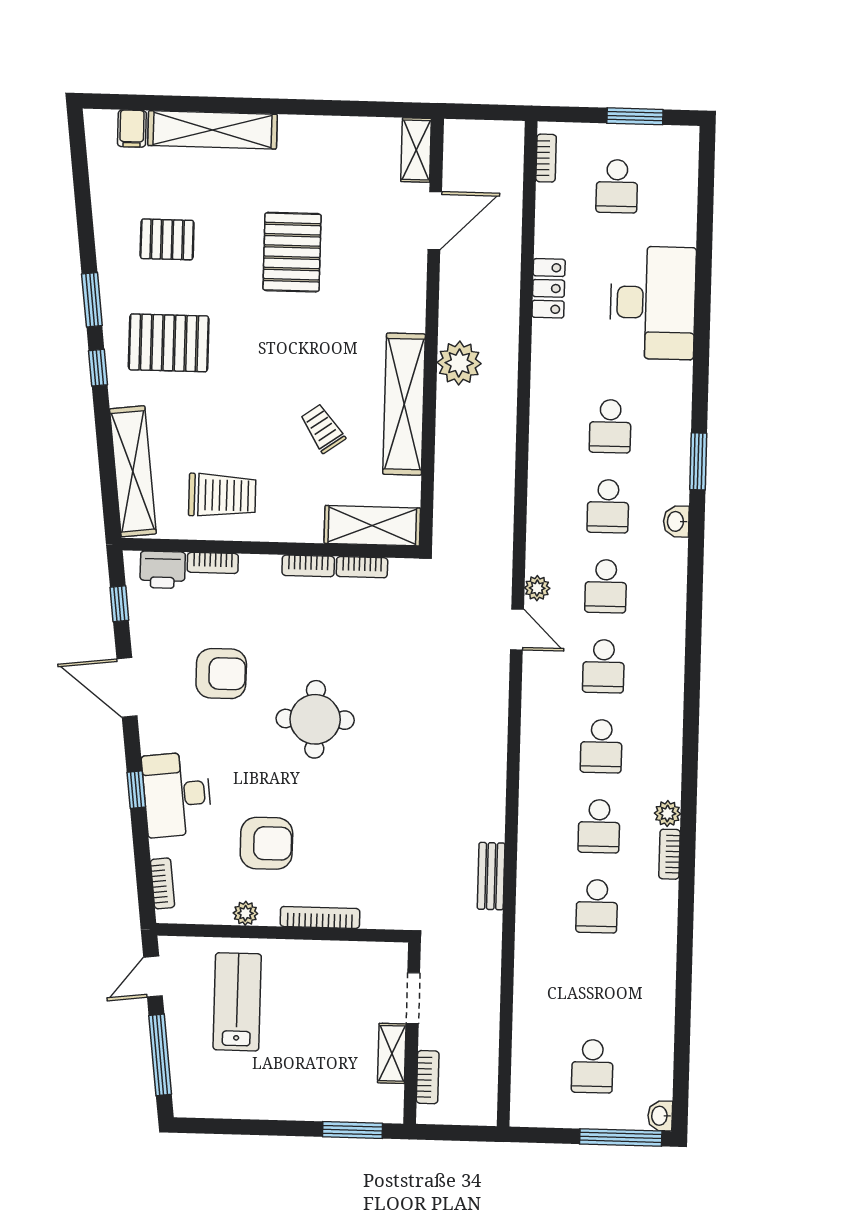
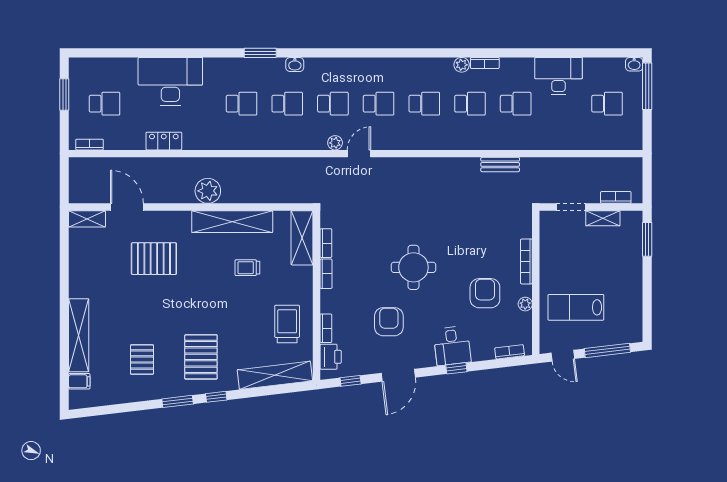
pallet: (292, 252) -> (154, 259), moved
trolley: (323, 428) -> (247, 268), turned 35
desk: (177, 794) -> (452, 346), width x0.73
desk: (643, 983) -> (558, 76), added

